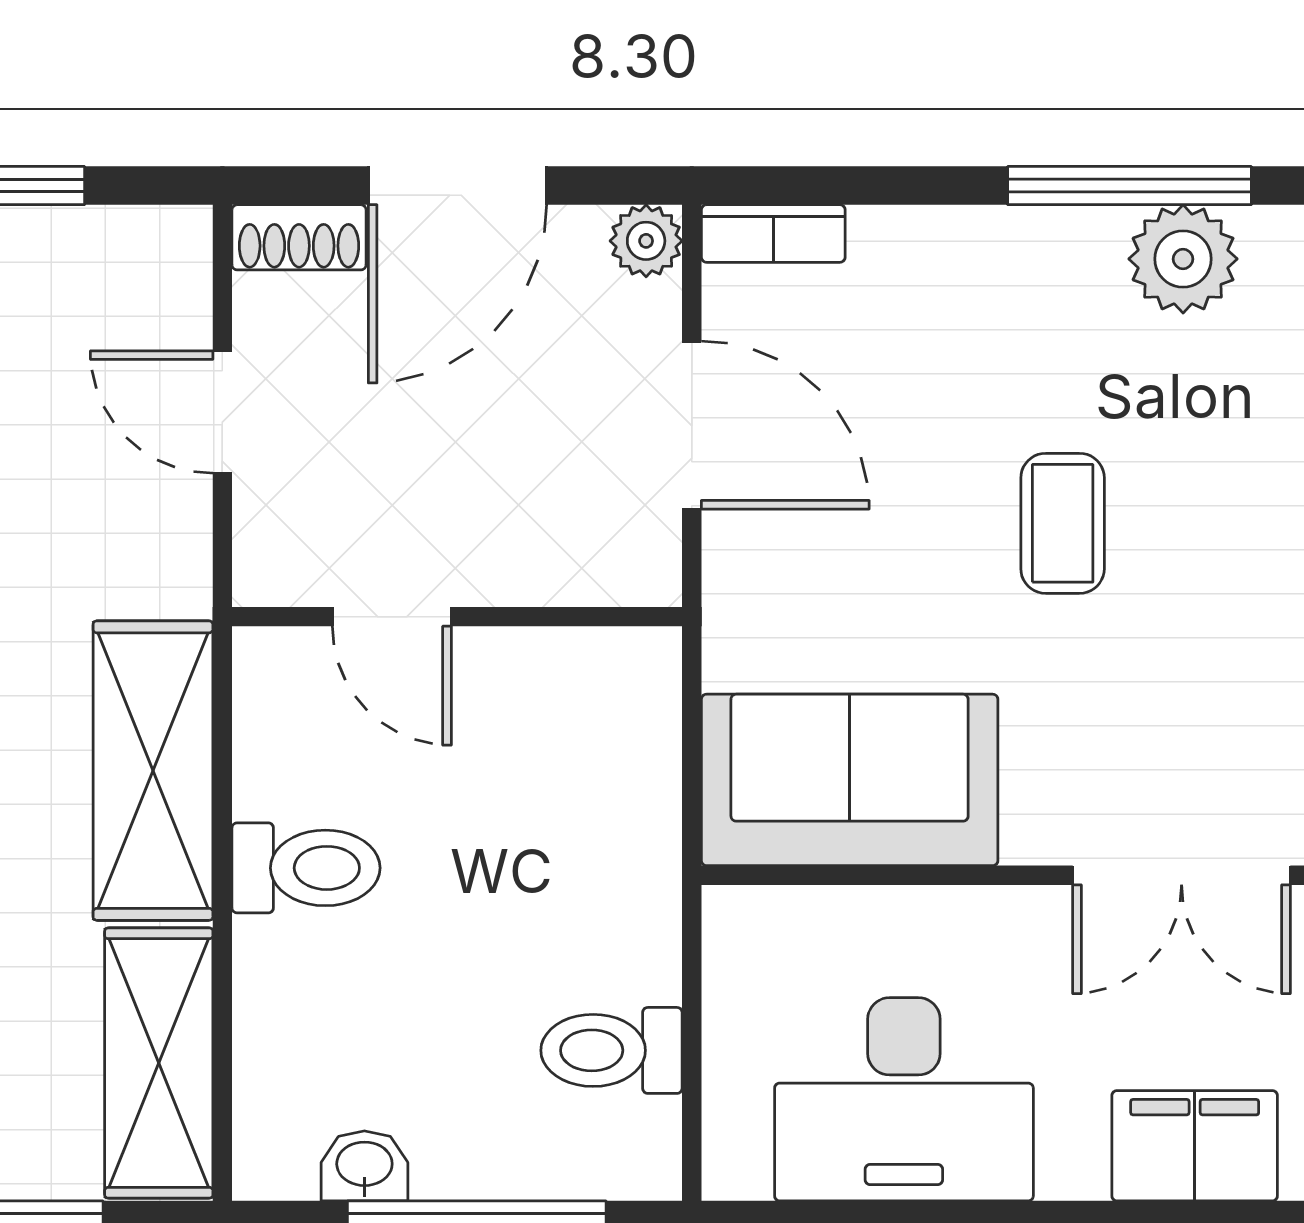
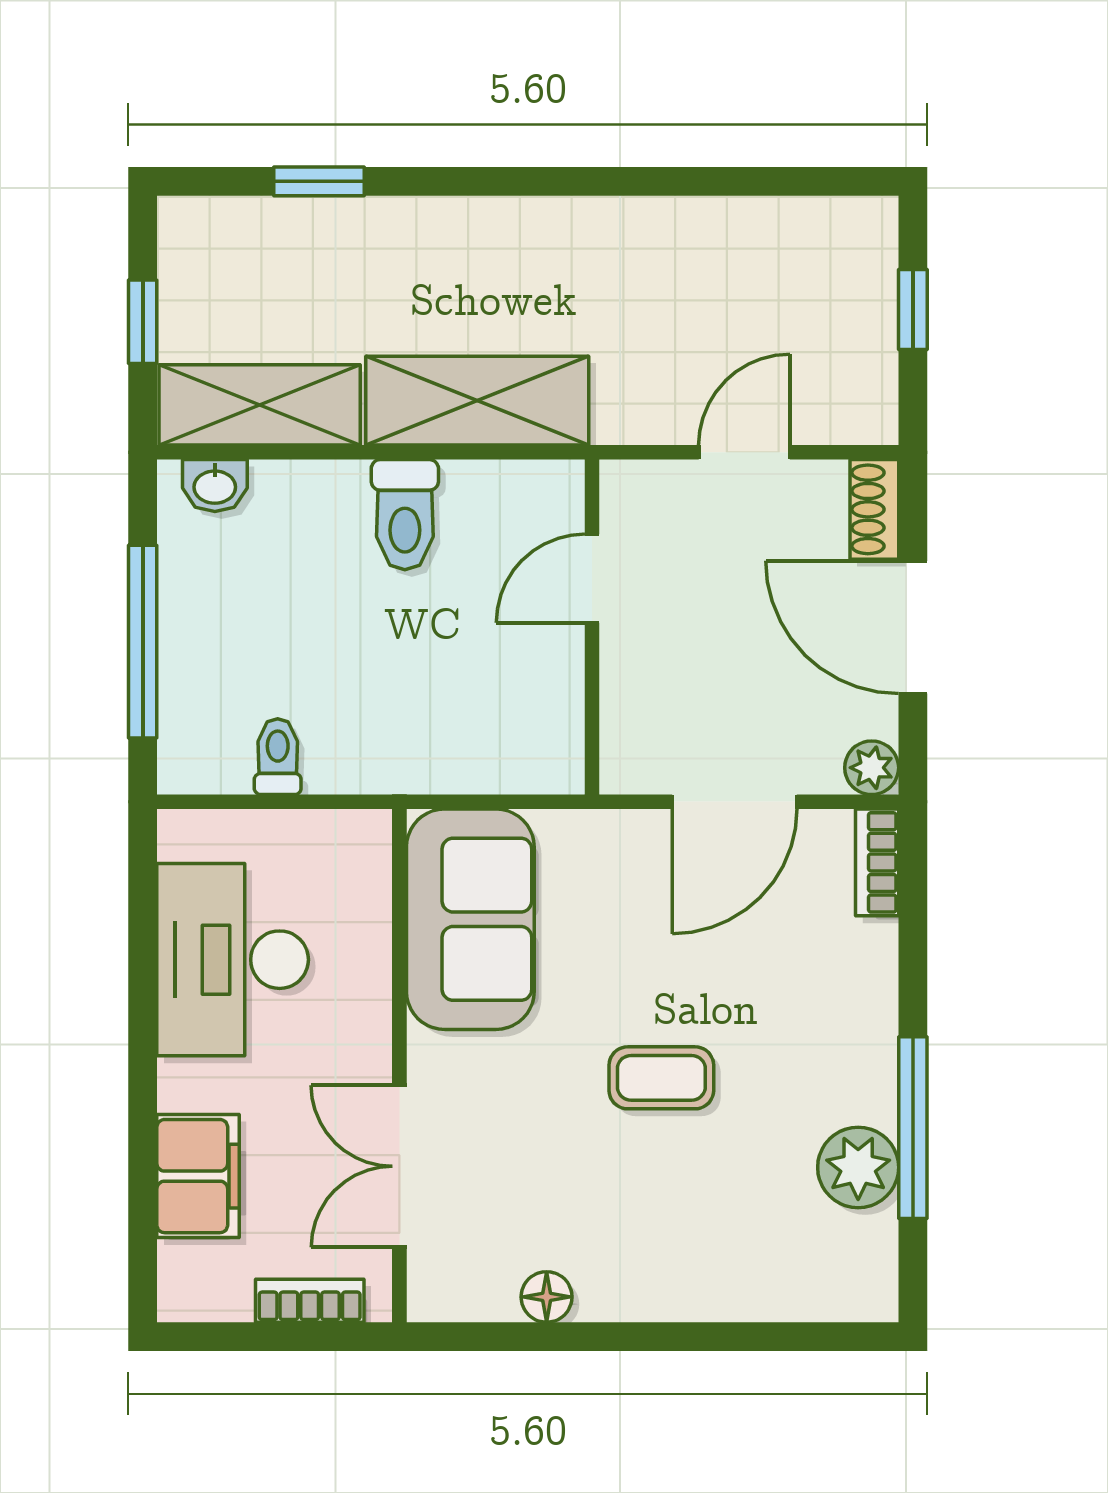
toilet: (611, 1050) -> (278, 757), width x0.73, depth x0.72
washbasin: (364, 1166) -> (215, 486), moved, turned 90

